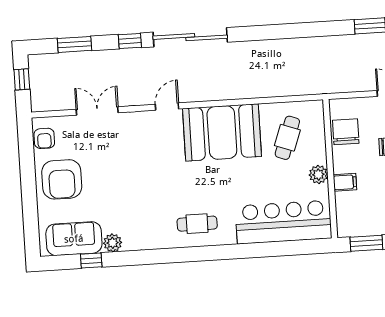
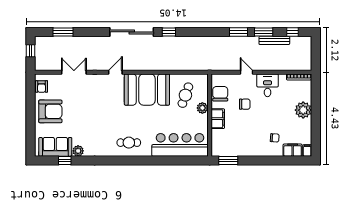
window: (130, 41) -> (169, 32), moved
plant: (318, 174) -> (202, 108), moved
armchair: (62, 179) -> (50, 111), turned -90
filing cabinet: (345, 182) -> (218, 119), width x2.00

